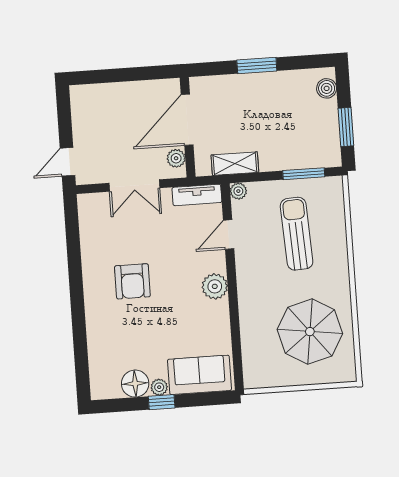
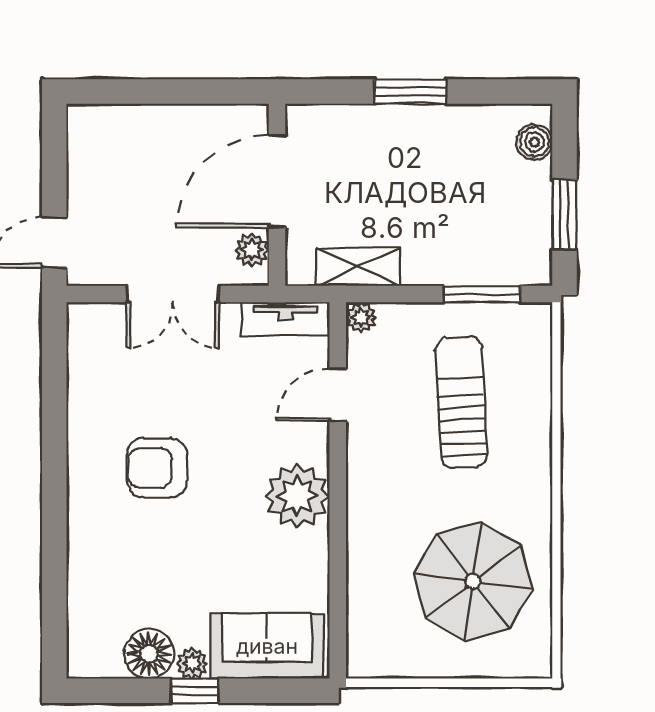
armchair: (132, 281) -> (157, 468), turned 90
plant: (215, 286) -> (297, 496), width x1.36, depth x1.36

